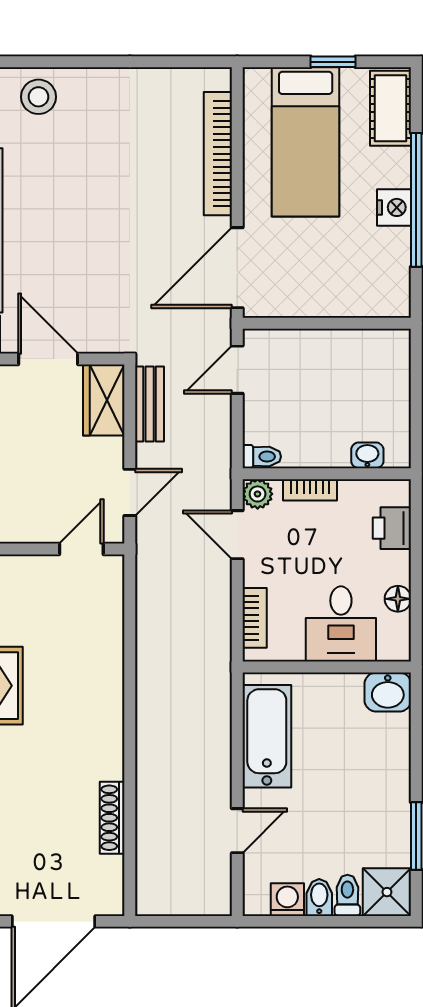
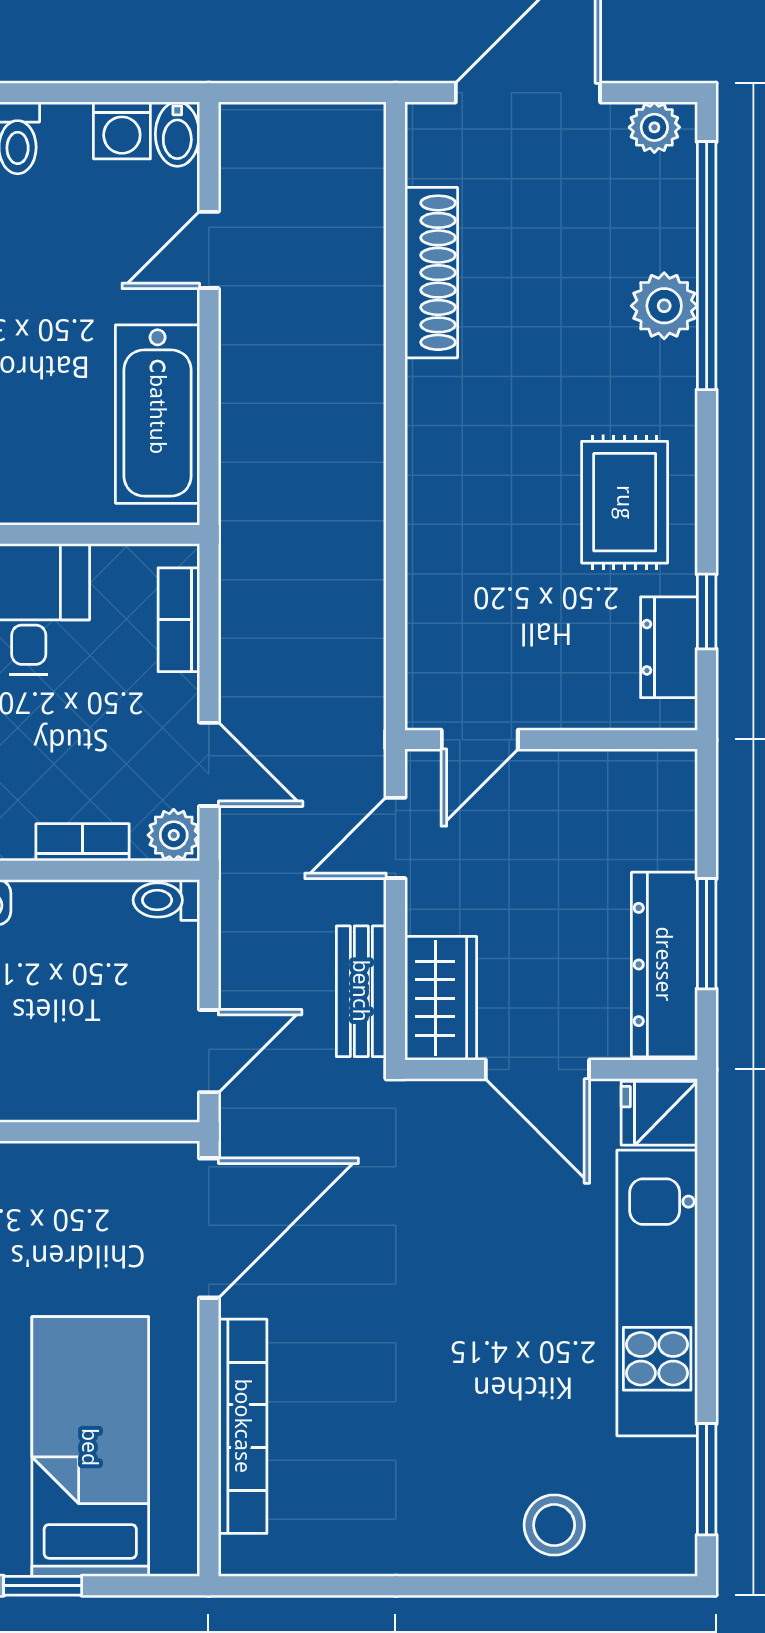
shoe rack: (112, 818) -> (431, 273), width x1.36, depth x1.24
bidet: (319, 897) -> (177, 134), moved

